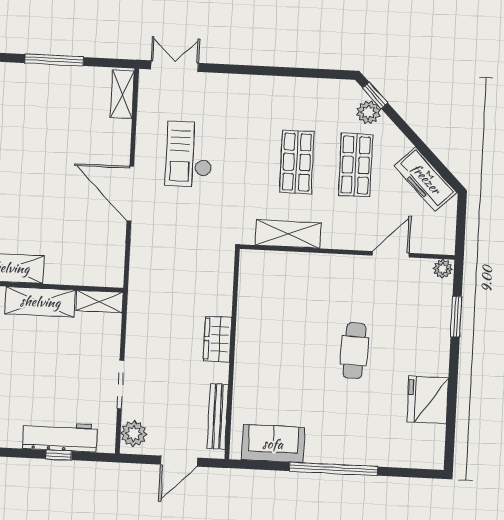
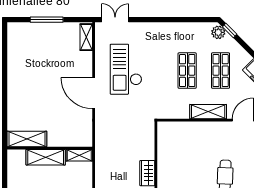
plant: (368, 112) -> (218, 32), moved
checkout: (189, 154) -> (126, 69), width x1.36, depth x1.21
shelving: (288, 234) -> (208, 112), moved

